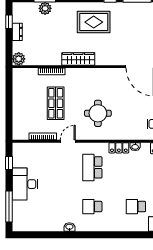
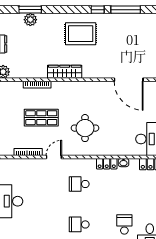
shop shelf: (56, 103) -> (41, 118), turned 90
school desk: (92, 167) -> (79, 184), width x0.54
school desk: (136, 207) -> (124, 224), turned 90

